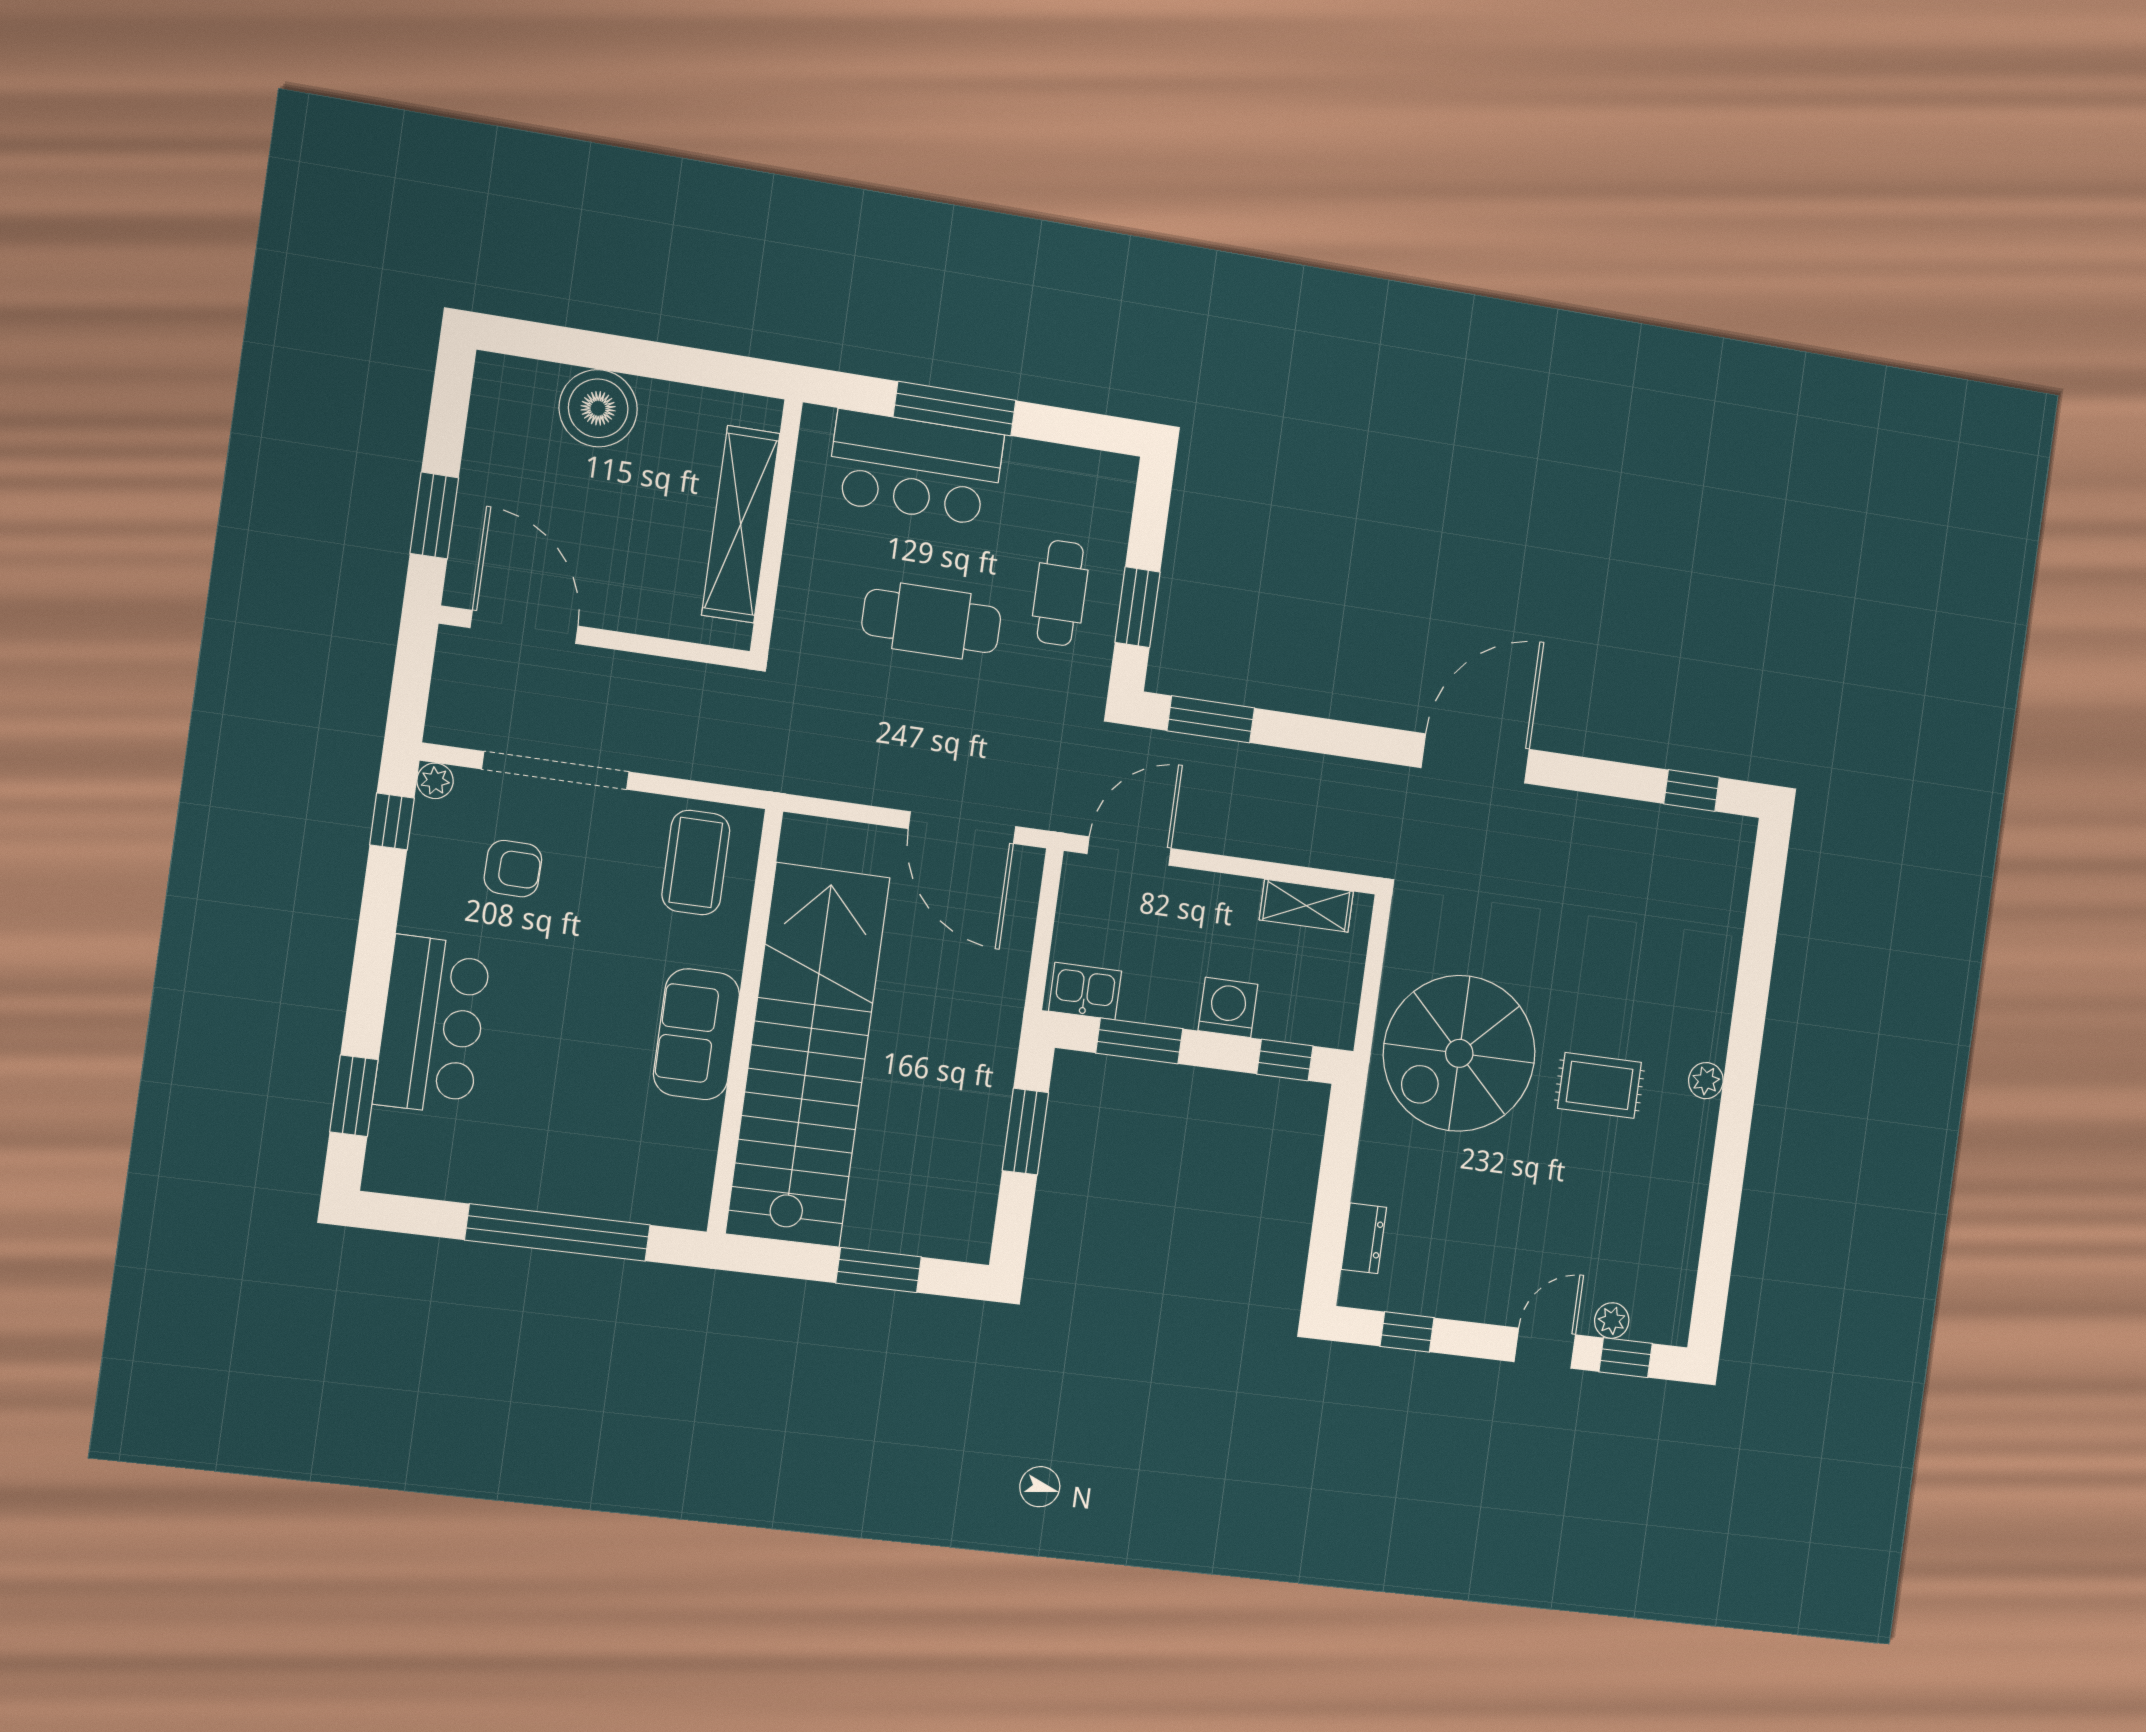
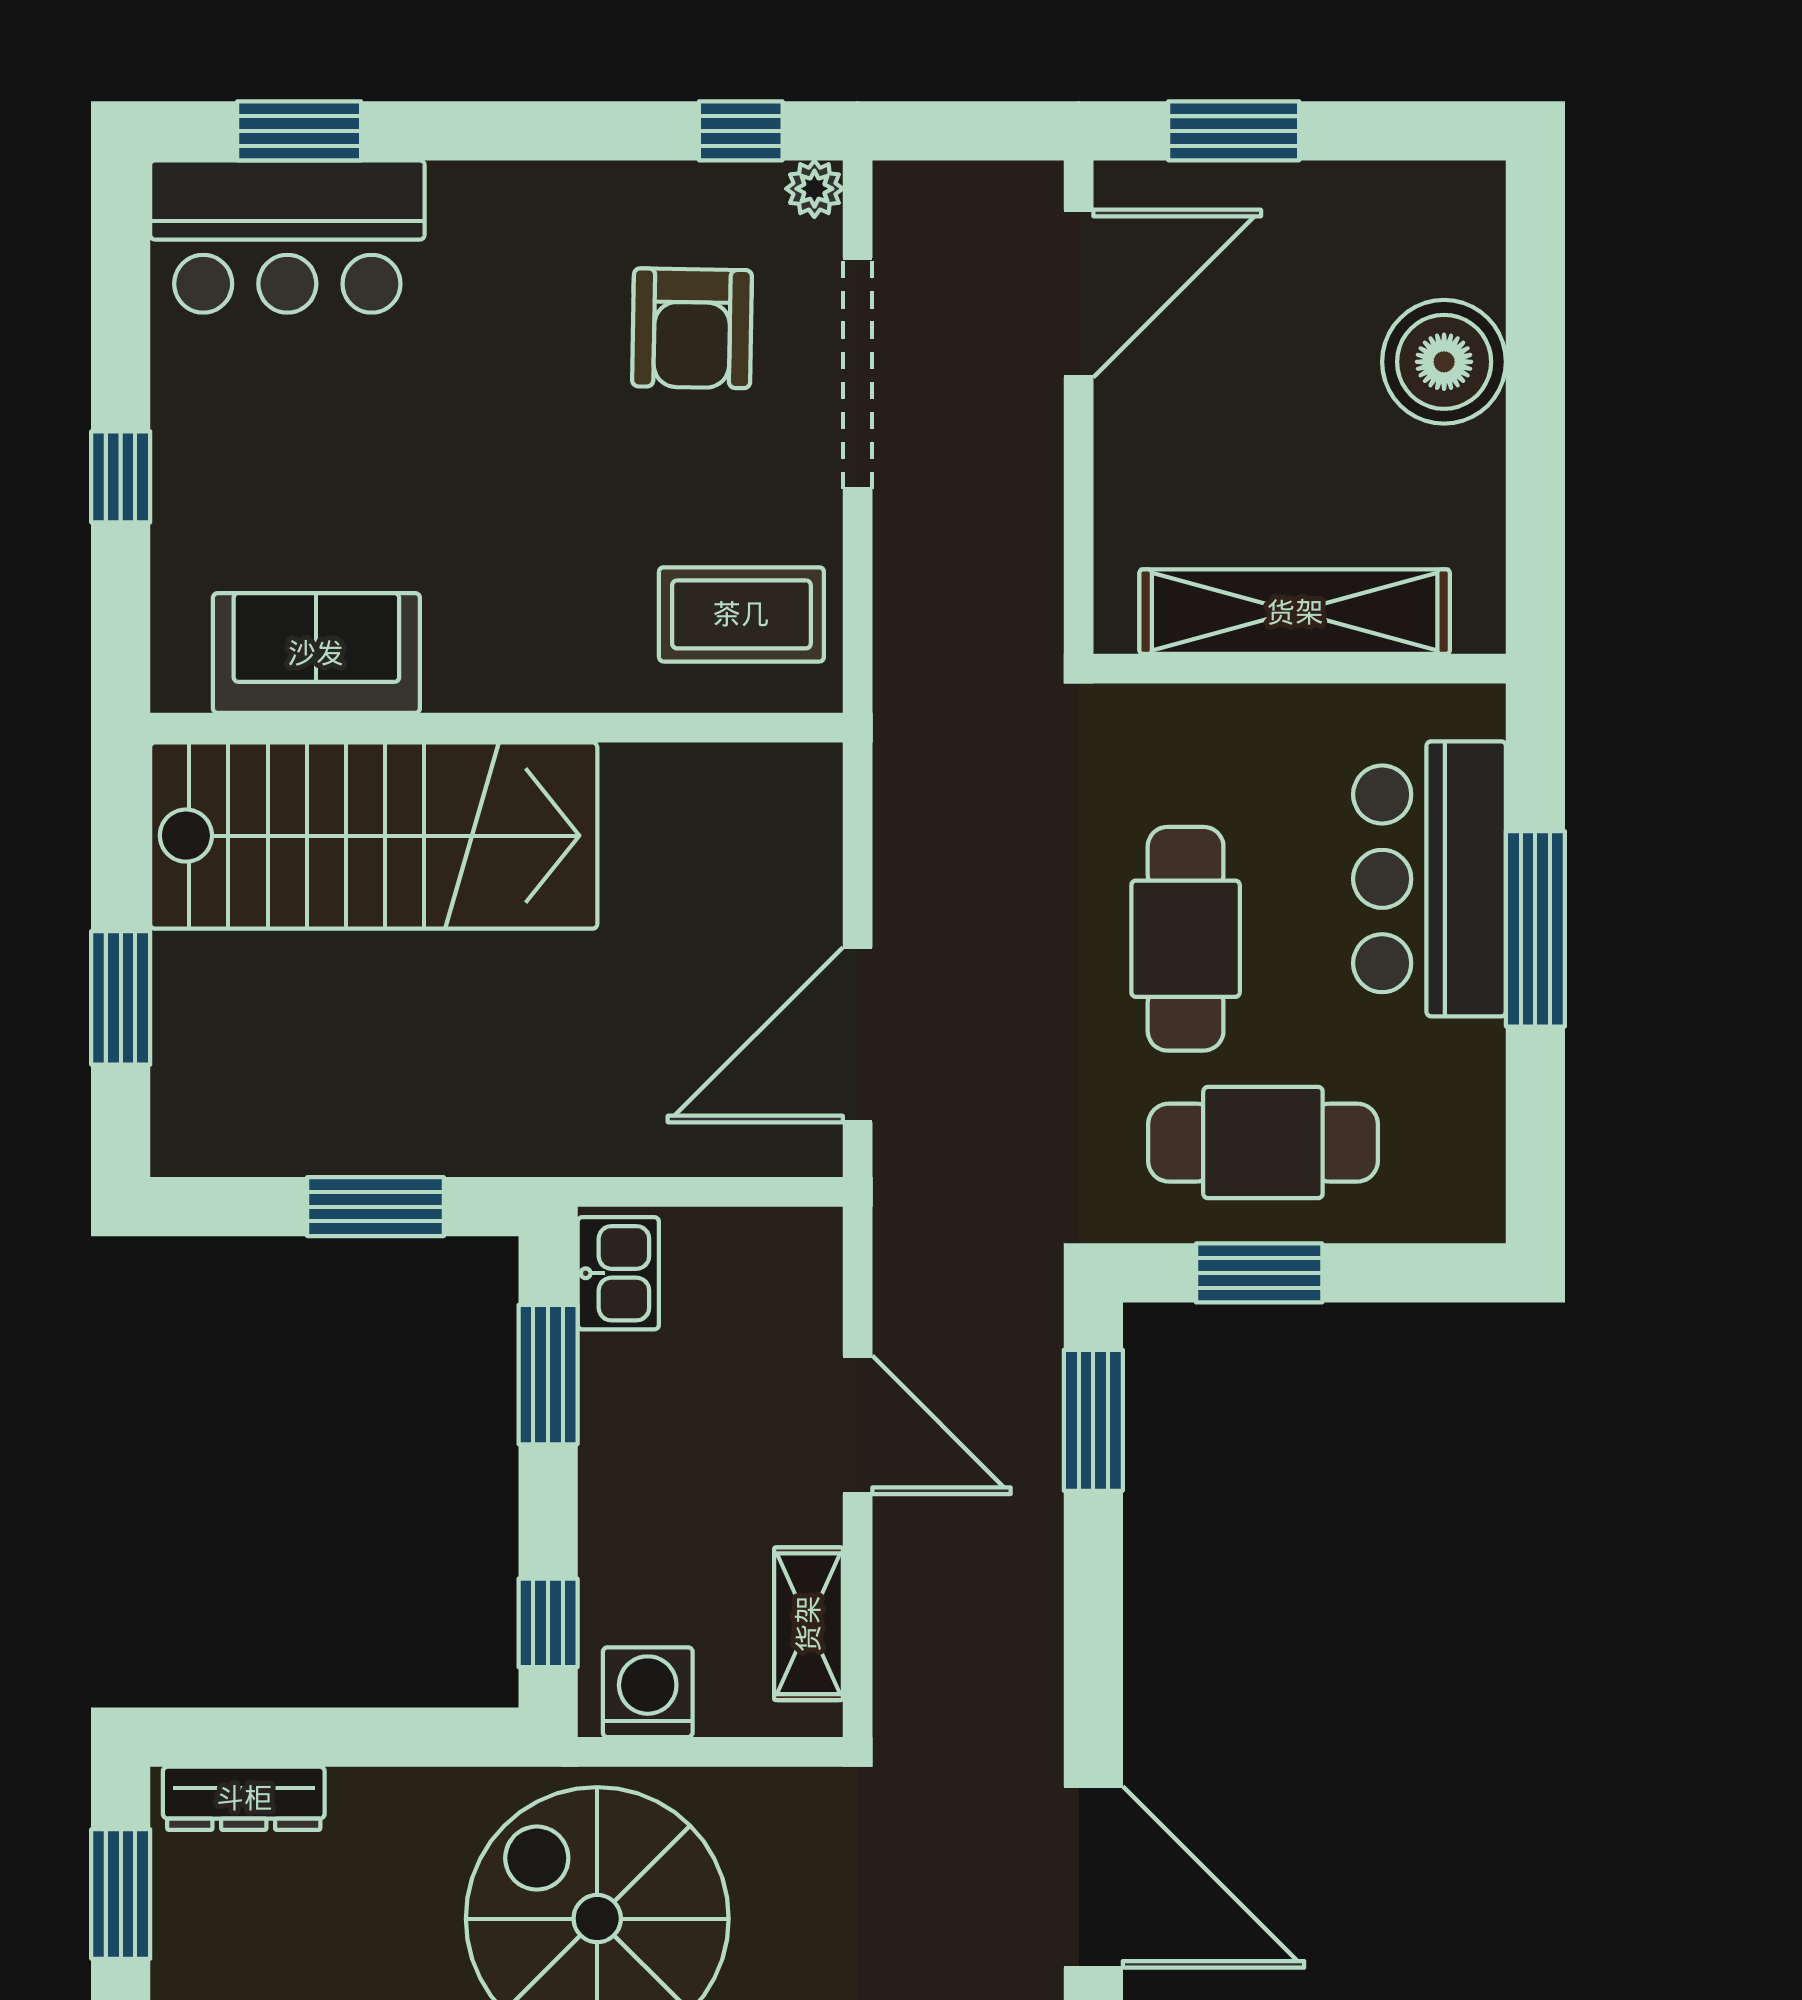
cafe table: (1060, 593) -> (1263, 1143), width x1.37, depth x1.35
door: (1129, 851) -> (858, 1425), moved
armchair: (513, 869) -> (692, 328), width x1.38, depth x1.38
washing machine: (1228, 1007) -> (648, 1692), moved, turned -90
bar counter: (432, 1025) -> (287, 237), moved
sofa: (696, 1034) -> (316, 653), moved
stairs: (808, 1055) -> (374, 836), width x0.73
window: (558, 1232) -> (121, 477), width x0.32
dresser: (1364, 1238) -> (244, 1798), width x1.44
window: (1407, 1332) -> (121, 1894), width x1.50

